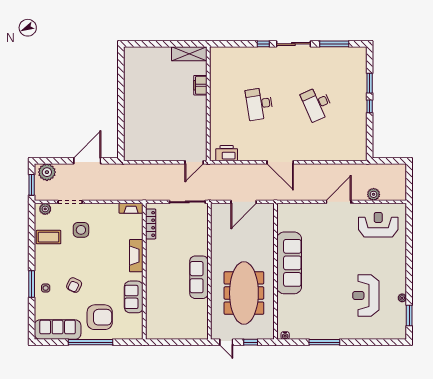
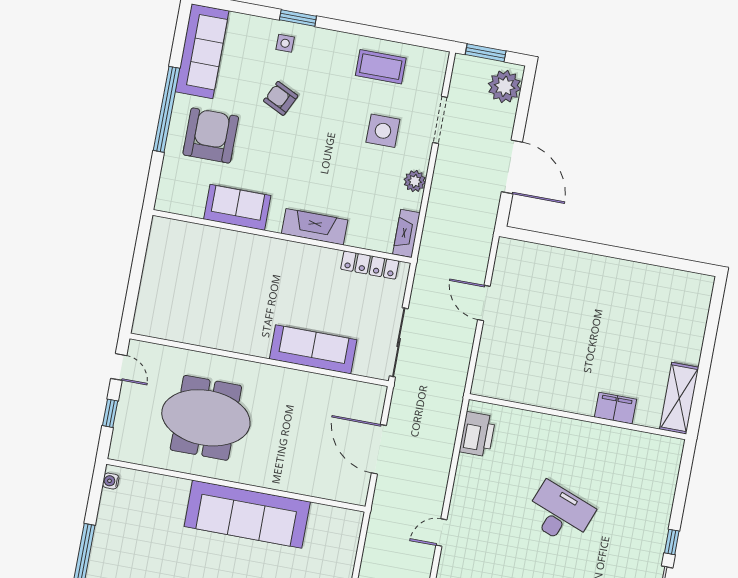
desk: (259, 104) -> (560, 514), turned 30
door: (194, 162) -> (484, 303), moved
door: (280, 162) -> (441, 533), width x0.53
plant: (45, 209) -> (415, 181), moved
coffee table: (49, 237) -> (381, 67), turned 90
sofa: (199, 277) -> (313, 349), moved
window: (32, 284) -> (298, 18), width x0.69
meeting table: (244, 293) -> (206, 418), width x0.73
armchair: (100, 317) -> (211, 136), turned 180
door: (226, 342) -> (119, 367), swing flipped

